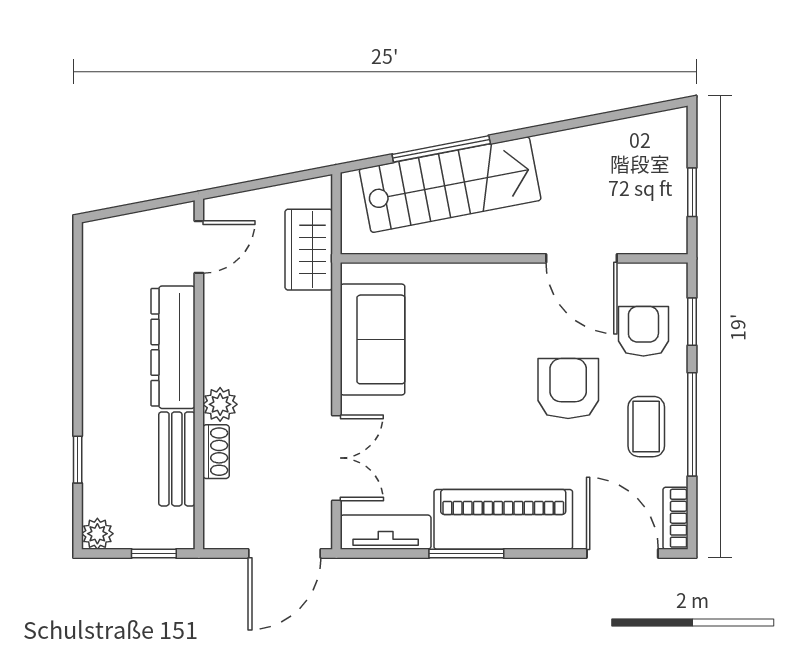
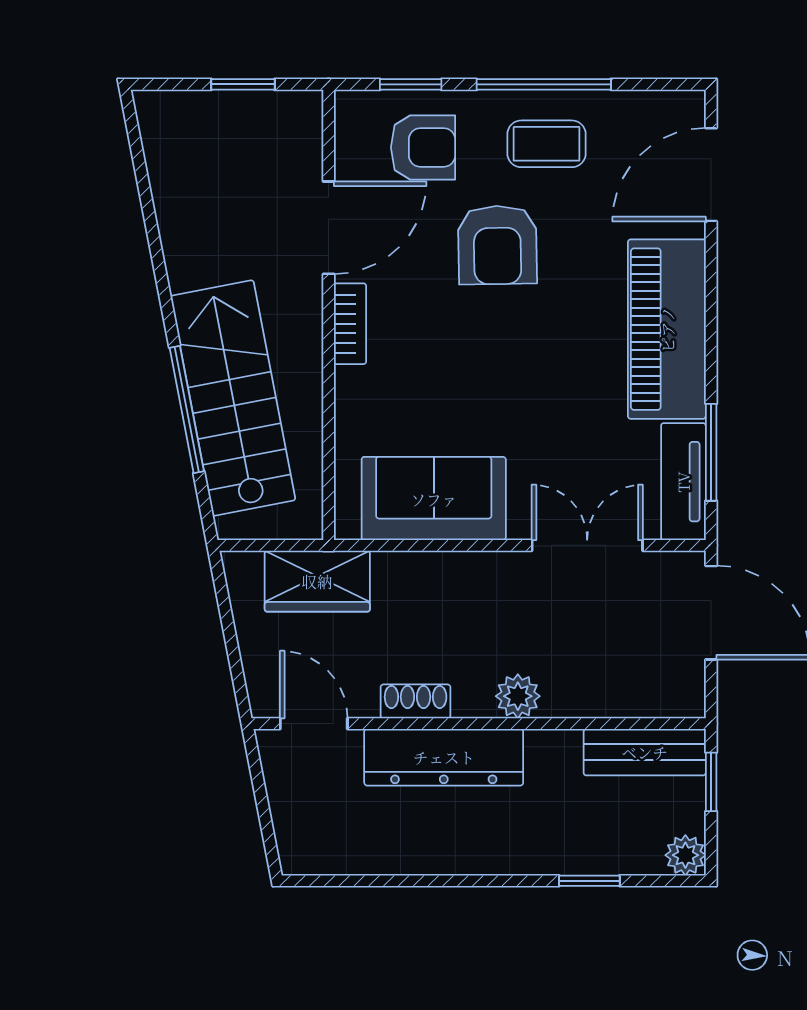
armchair: (643, 331) -> (423, 147), turned 180
armchair: (568, 389) -> (497, 245), turned -91
shoe rack: (216, 452) -> (416, 701), moved
bench: (177, 459) -> (645, 752), moved
bookcase: (676, 518) -> (350, 324), moved, turned -90
window: (466, 553) -> (711, 452), moved

